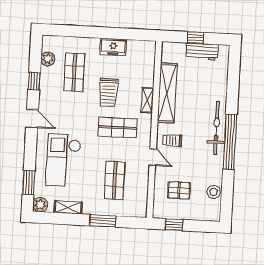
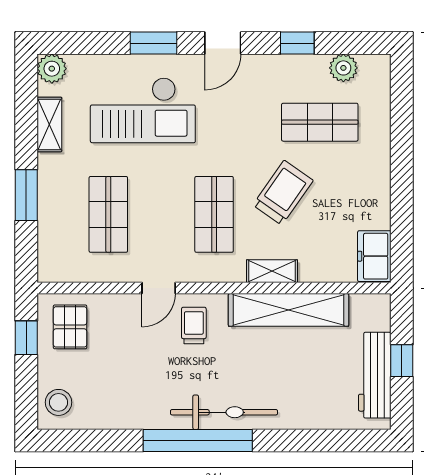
freezer: (113, 47) -> (374, 256), moved
workbench: (202, 52) -> (375, 375), width x1.38
trolley: (108, 93) -> (283, 193), turned 125
checkout: (63, 160) -> (143, 110), turned 180
shop shelf: (115, 180) -> (108, 214), turned 90
window: (29, 182) -> (153, 43), moved
pallet: (179, 190) -> (70, 327), moved
stool: (214, 192) -> (58, 402), moved

